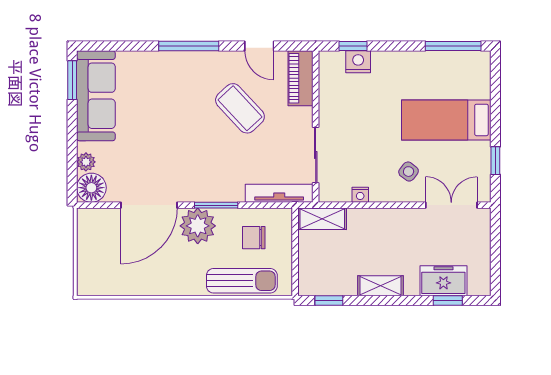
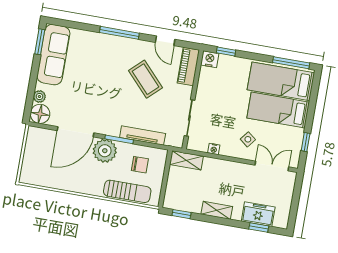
nightstand: (358, 62) -> (210, 59), moved
bed: (443, 76) -> (281, 81), added
tv unit: (279, 193) -> (143, 135), moved
chair: (254, 238) -> (140, 165), turned 180

